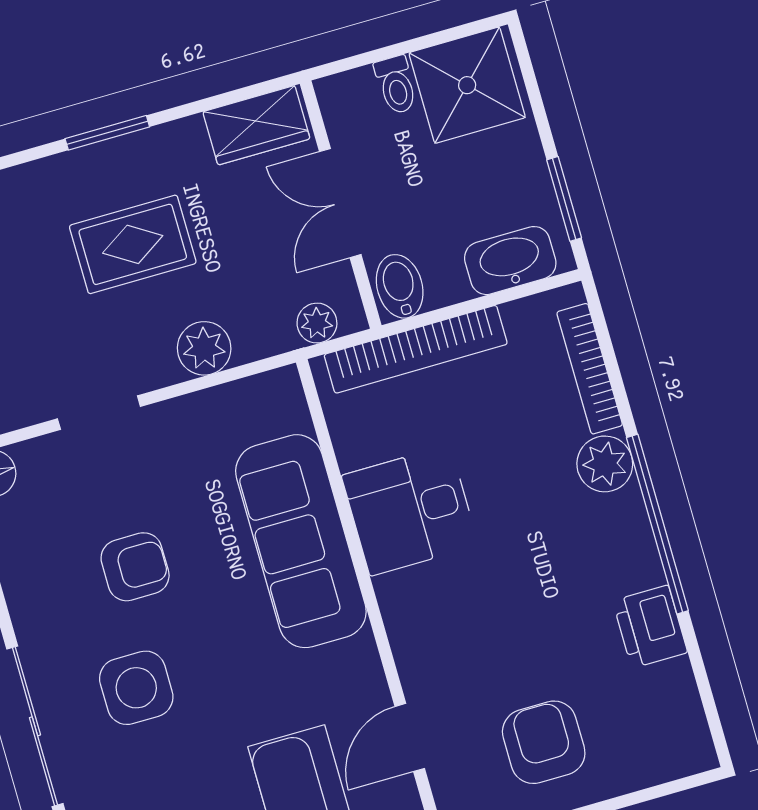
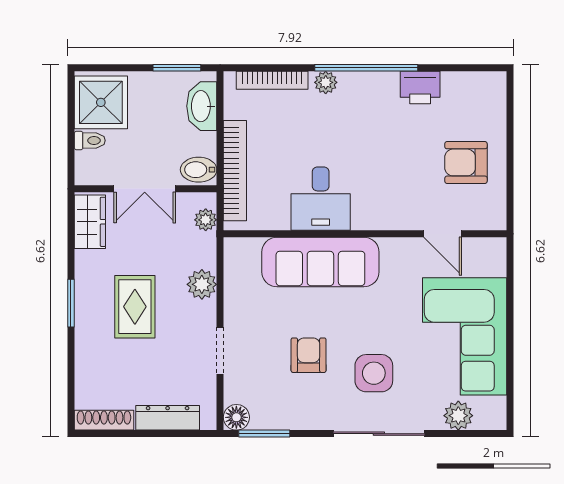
plant: (605, 464) -> (326, 82), width x0.73, depth x0.73

